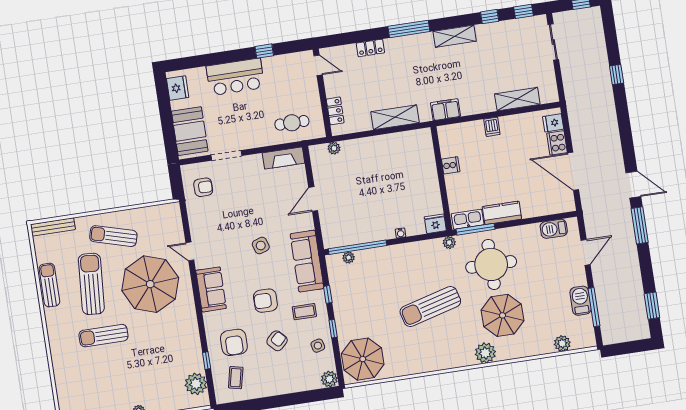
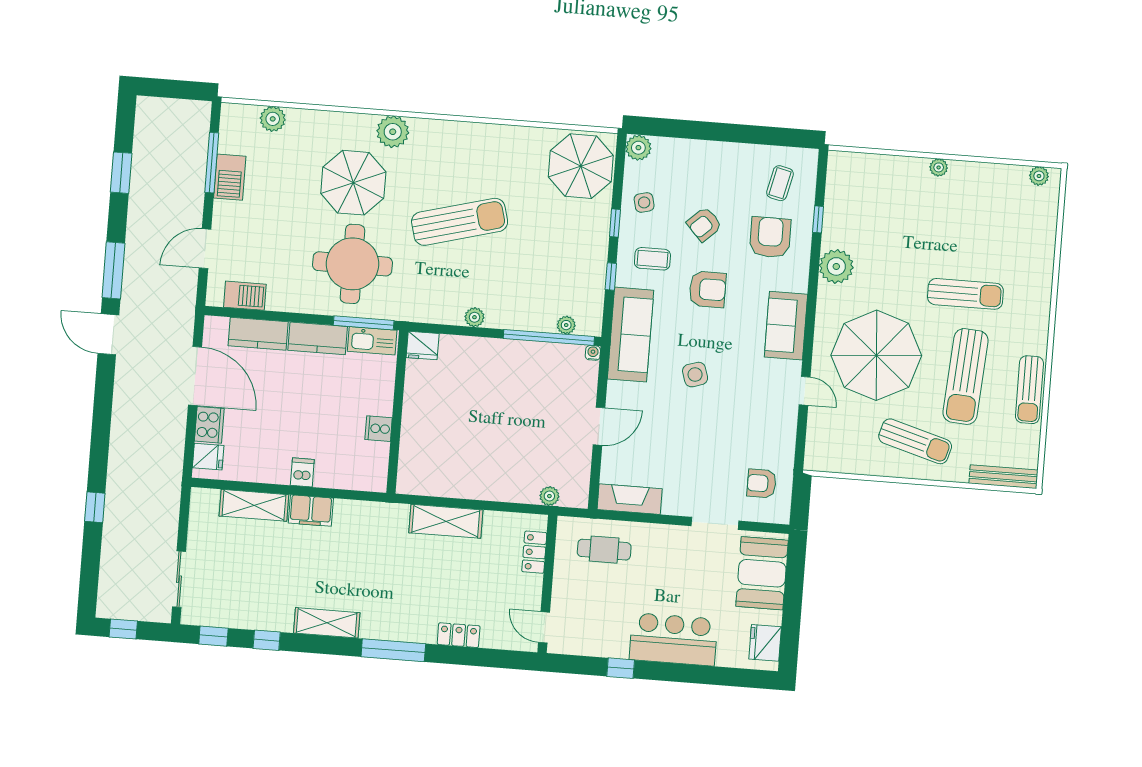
filing cabinet: (445, 110) -> (311, 511), moved
kitchen counter: (540, 207) -> (258, 334), added
water cooler: (401, 233) -> (593, 353), moved
plant: (449, 243) -> (474, 317), moved
window: (652, 306) -> (121, 173), moved
plant: (196, 384) -> (836, 266), moved

